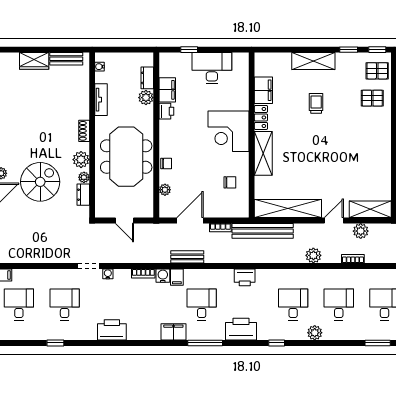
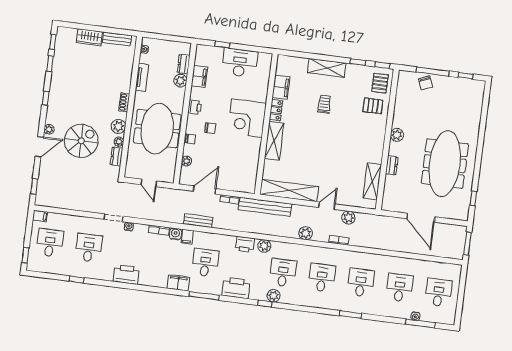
pallet: (377, 71) -> (380, 83), turned 90
printer: (166, 111) -> (195, 107), moved
chair: (230, 182) -> (210, 128), moved
shelving: (370, 209) -> (372, 181), moved, turned 90
plant: (267, 276) -> (264, 246), added
plant: (315, 333) -> (274, 296), moved

